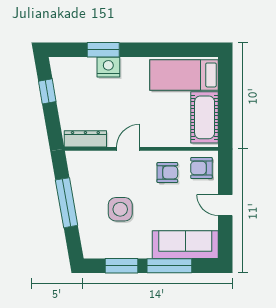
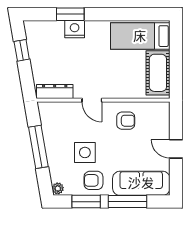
door: (128, 149) -> (92, 100), swing flipped
armchair: (201, 168) -> (93, 180), moved
plant: (89, 251) -> (58, 188), added

